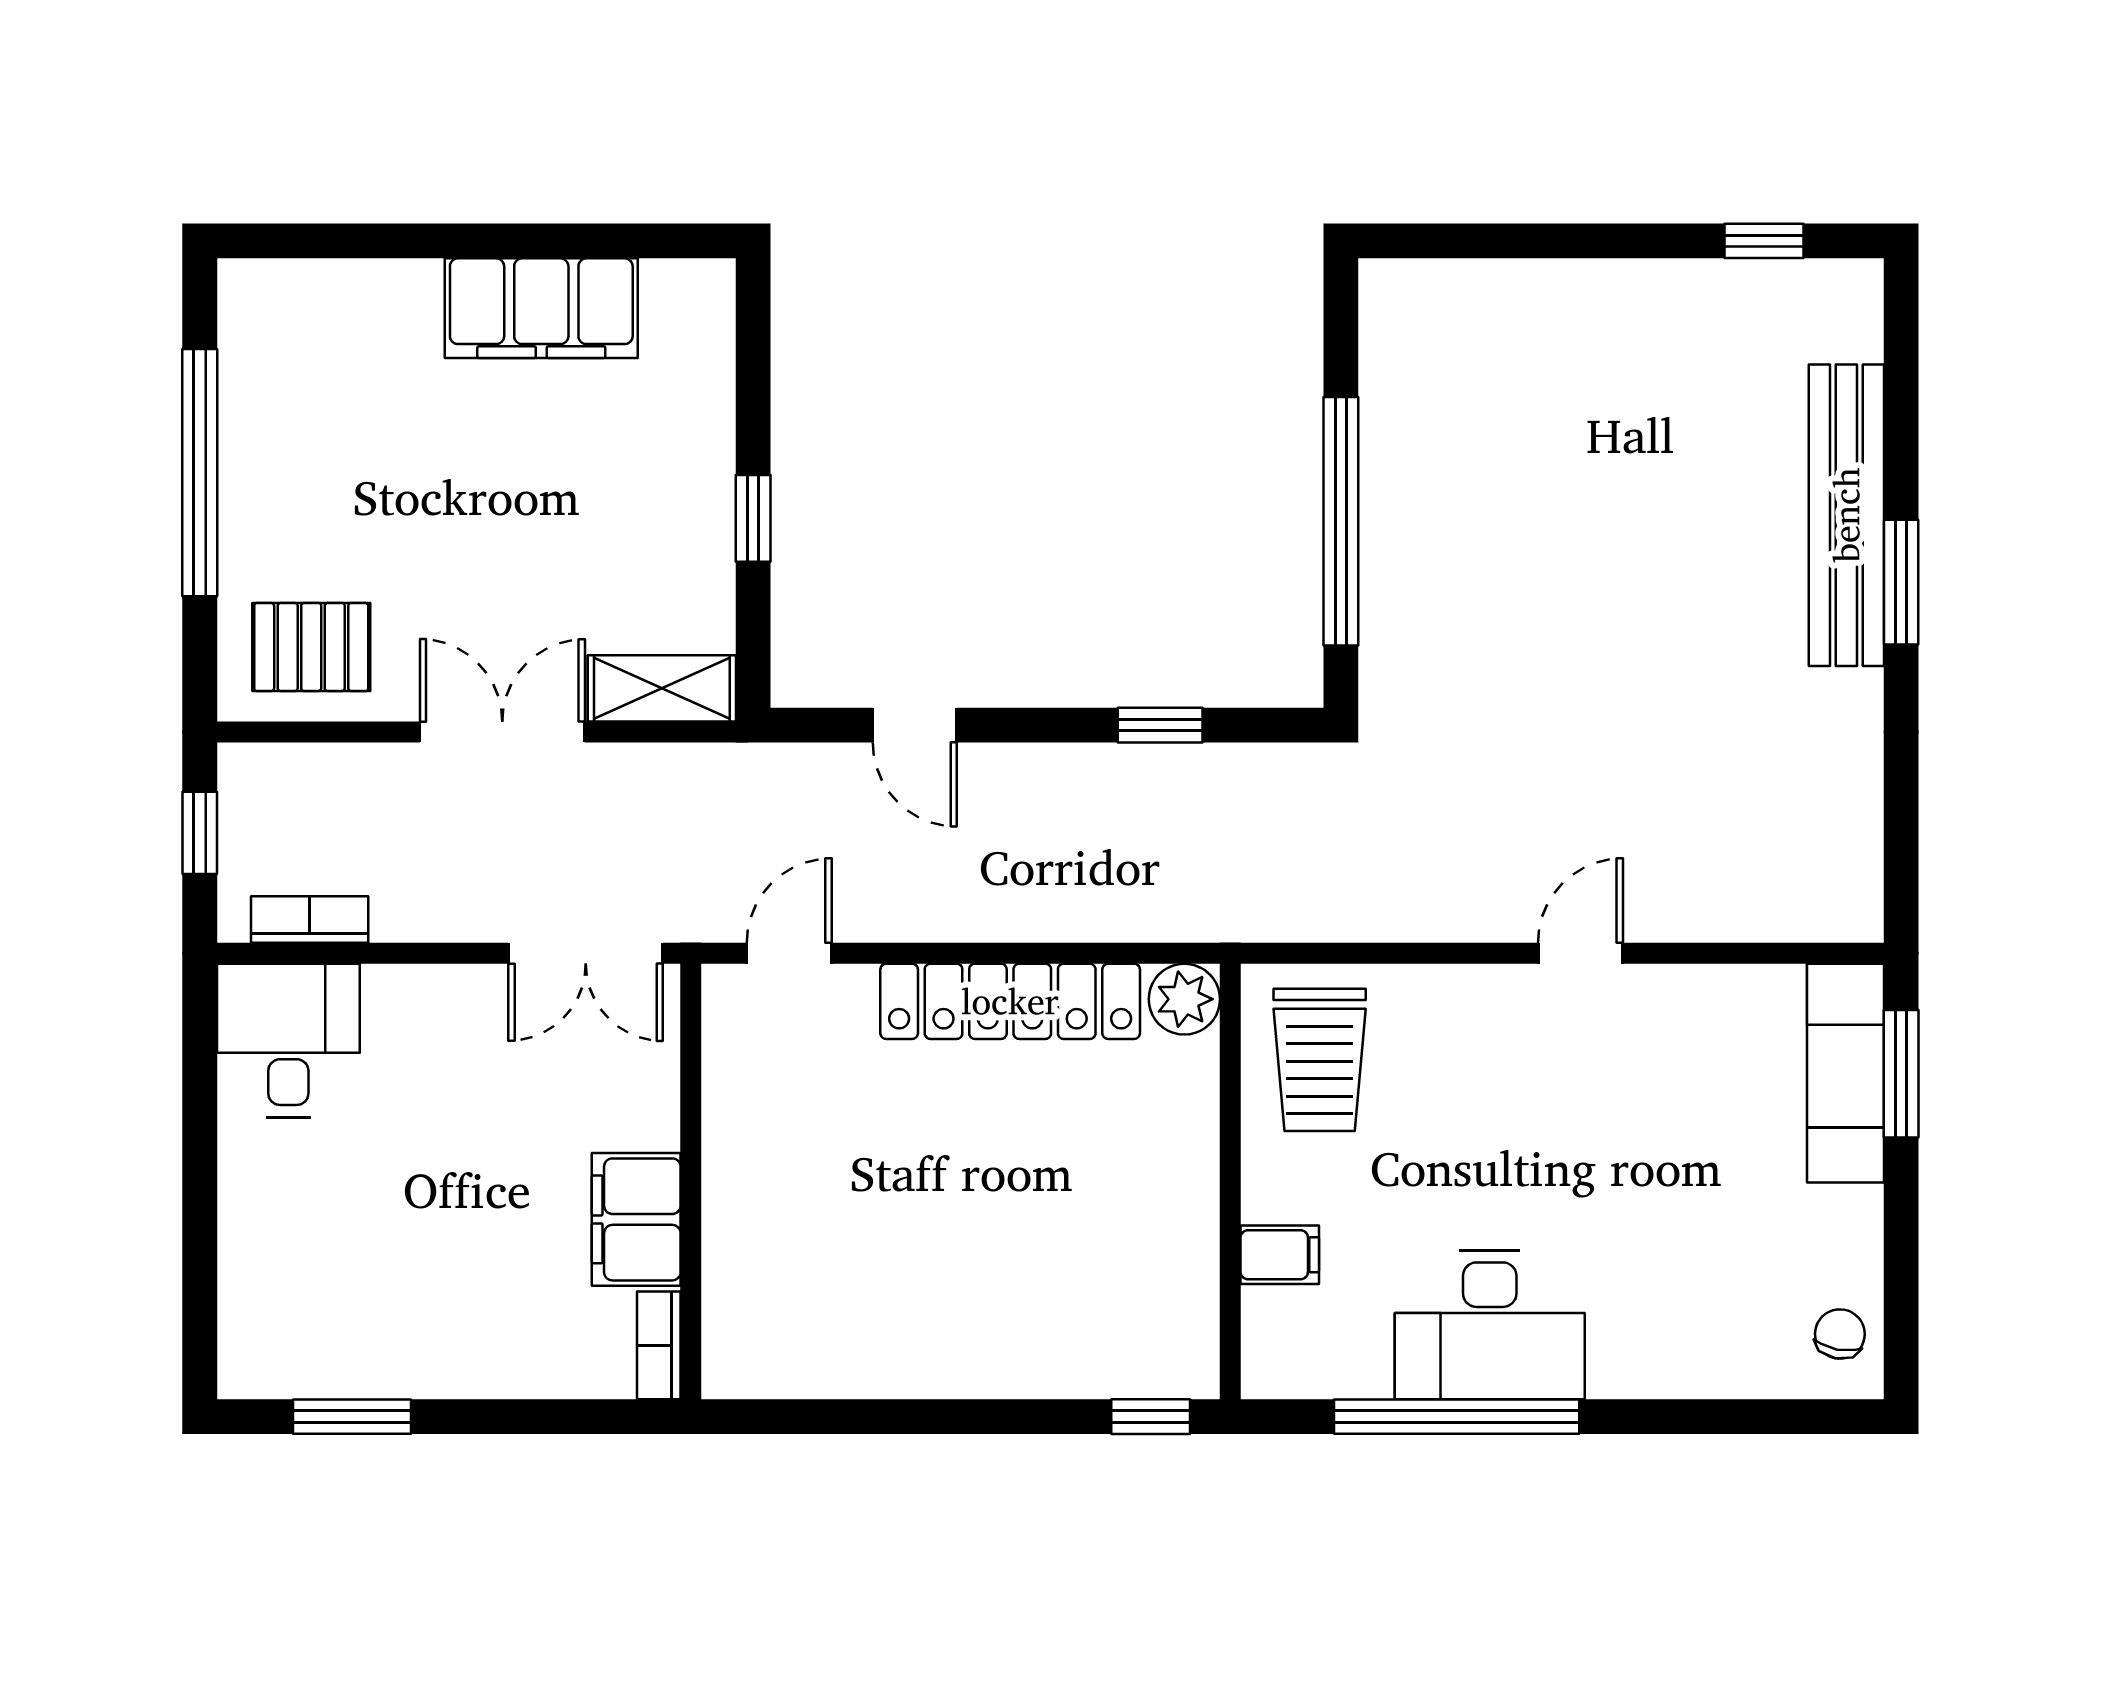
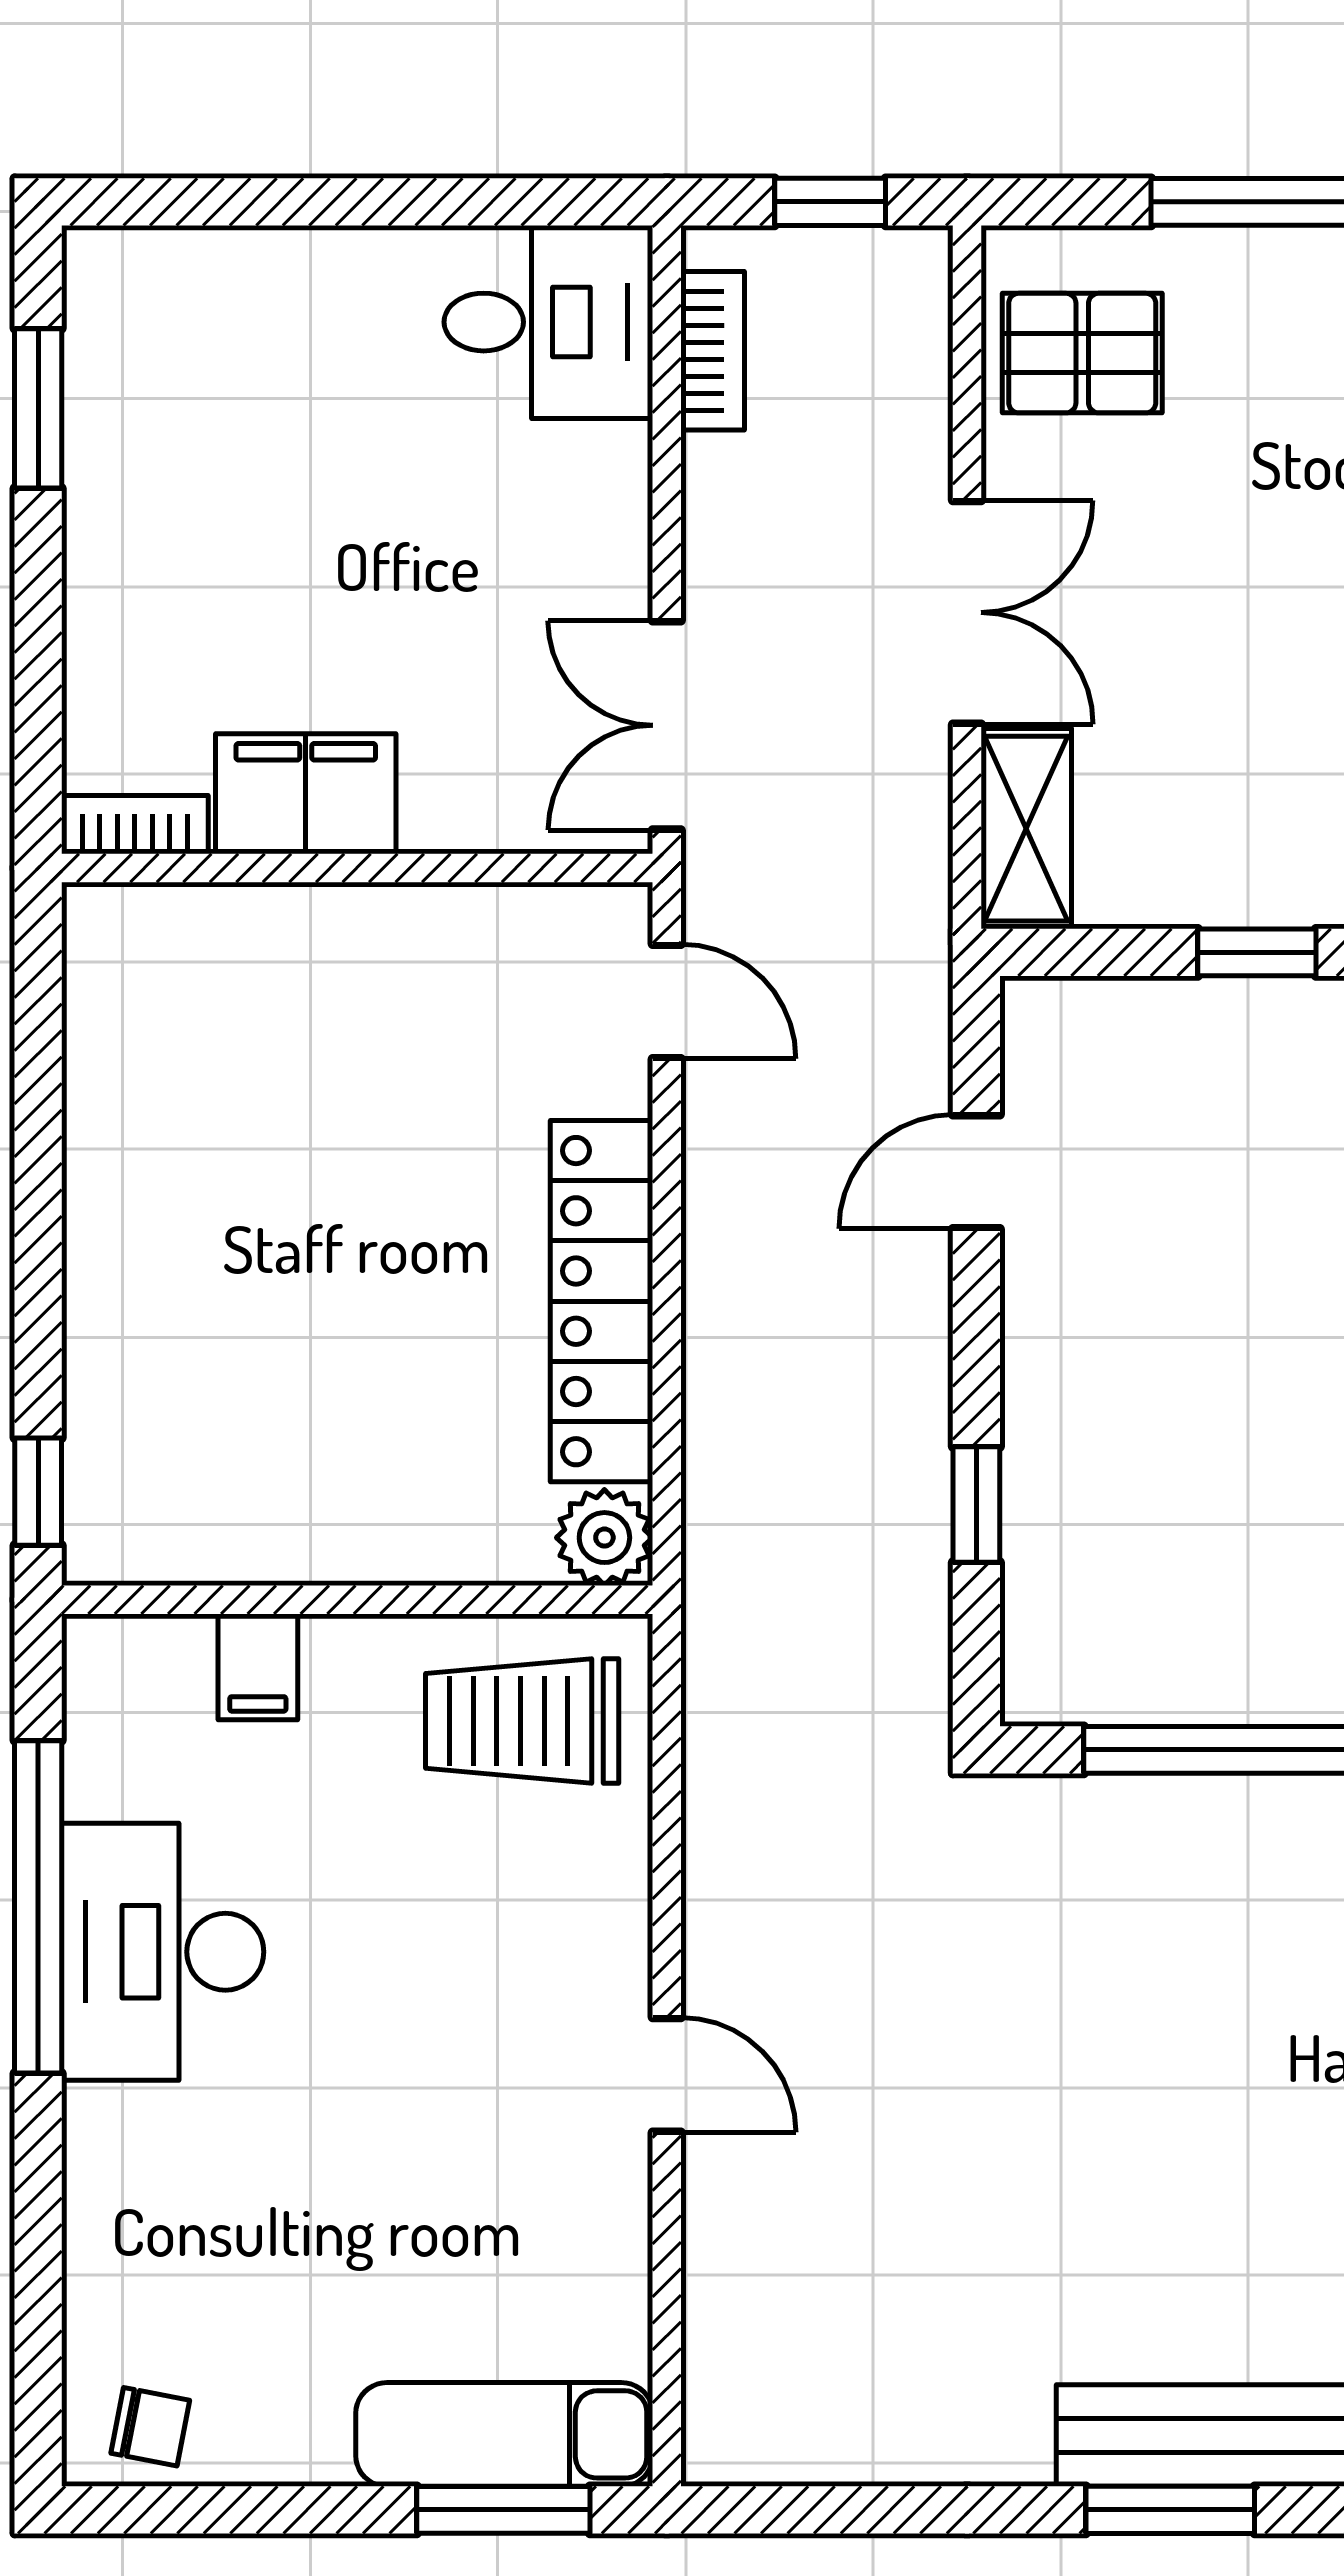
pallet: (311, 647) -> (1082, 353), turned 90

